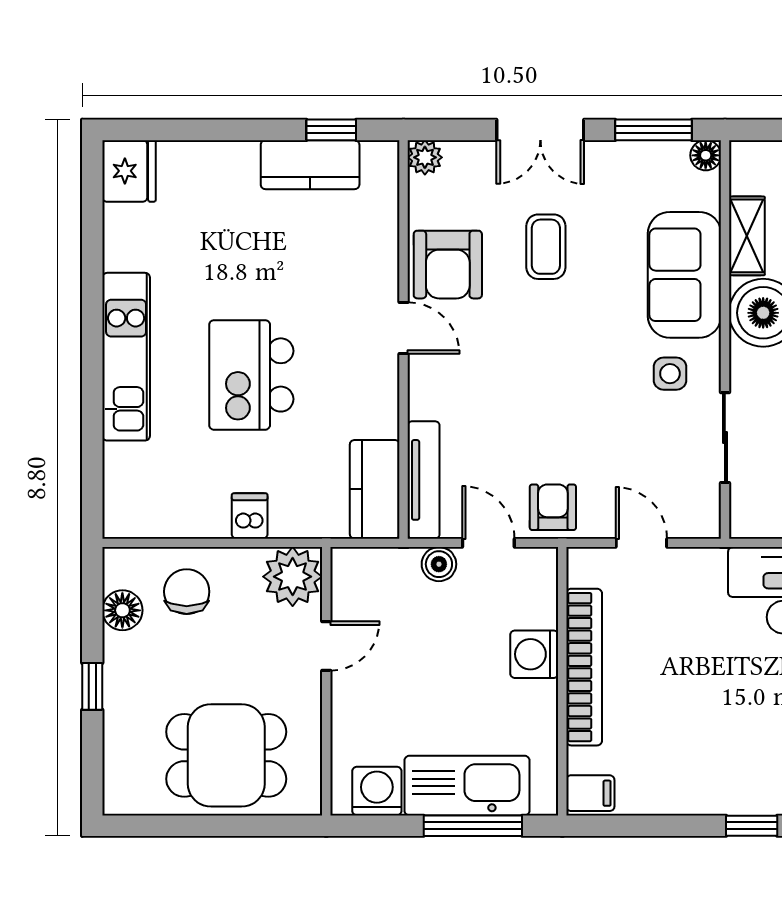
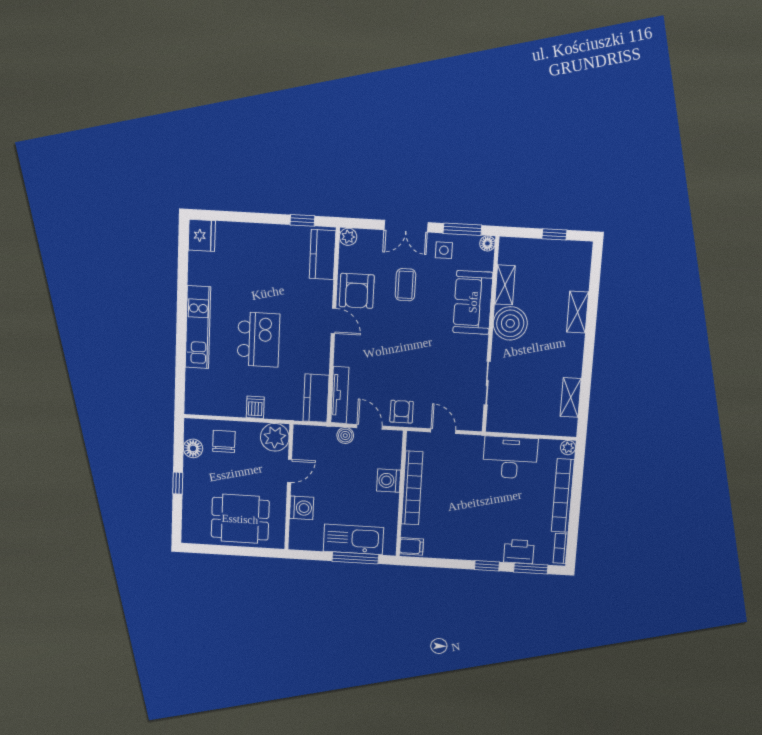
kitchen counter: (310, 165) -> (322, 255), moved, turned 90
side table: (670, 374) -> (444, 250), moved
kitchen island: (251, 375) -> (258, 340), turned 180
washing machine: (377, 791) -> (302, 508), moved, turned 90

